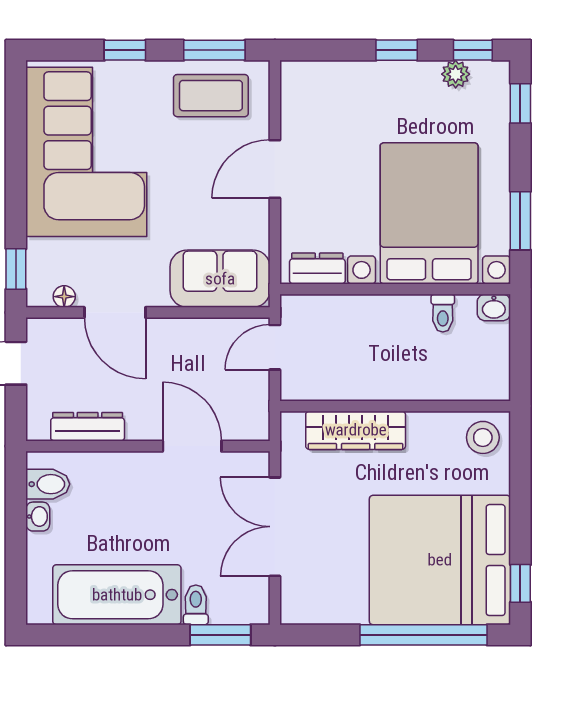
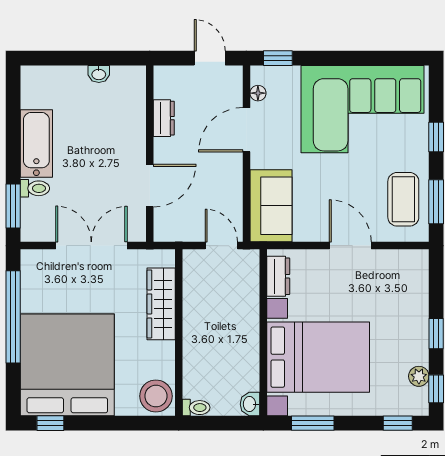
toilet: (443, 313) -> (196, 408), moved, turned 180
dresser: (88, 427) -> (164, 118), width x0.70
stool: (483, 437) -> (156, 396), width x1.38, depth x1.38
bidet: (48, 484) -> (122, 81), removed
bathtub: (117, 595) -> (36, 144), width x0.73, depth x0.73
window: (423, 635) -> (13, 317), moved

